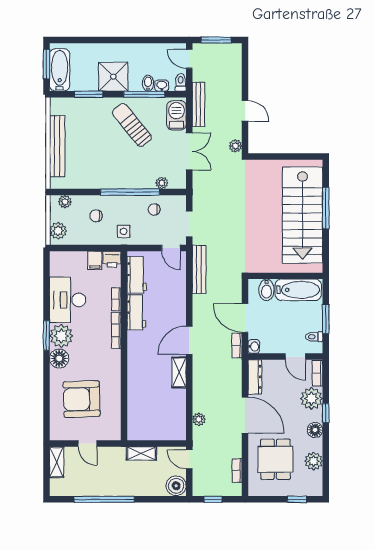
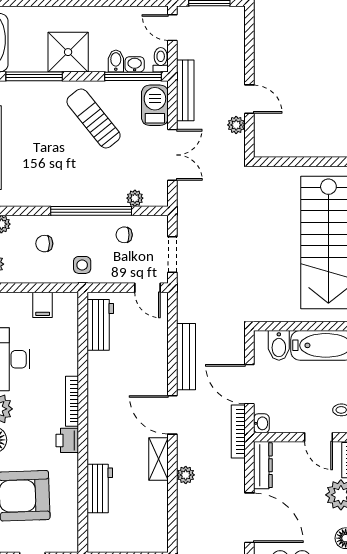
window: (89, 94) -> (34, 76), width x1.44
window: (144, 94) -> (133, 76), moved
plant: (235, 146) -> (236, 125), moved
printer: (112, 259) -> (67, 440), moved, turned 90
bench: (199, 270) -> (186, 357), moved
bookcase: (116, 299) -> (72, 358), removed
workbench: (136, 312) -> (100, 488), moved
door: (189, 340) -> (172, 415), hinge flipped
bookcase: (237, 345) -> (238, 432), width x1.56
plant: (199, 419) -> (186, 475), moved

